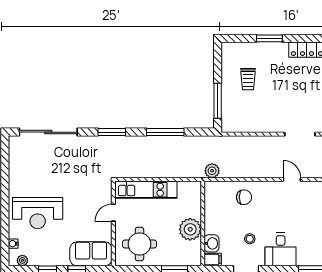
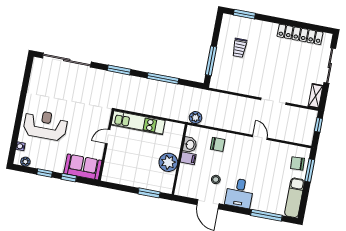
window: (269, 38) -> (244, 14), moved
reception desk: (38, 213) -> (45, 125), turned 180
washbasin: (211, 243) -> (190, 145), moved
round table: (140, 244) -> (124, 166), removed
filing cabinet: (213, 260) -> (188, 158), moved

